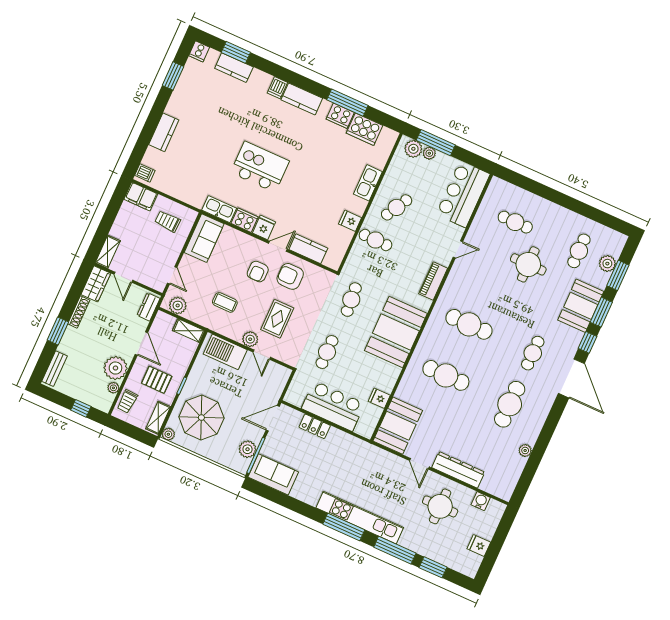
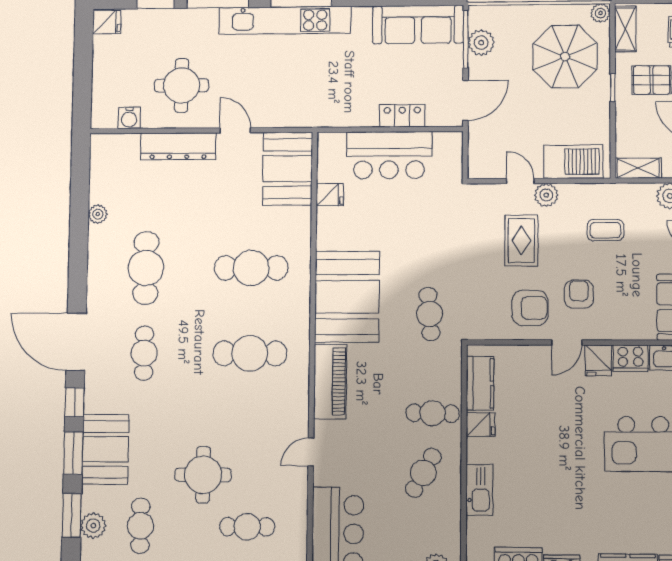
kitchen counter: (308, 249) -> (480, 383), moved, turned -90
piano: (433, 281) -> (330, 382), width x1.37, depth x1.33
cafe table: (327, 352) -> (431, 226), removed
sofa: (273, 474) -> (418, 25), width x1.36
fridge: (479, 545) -> (107, 22), moved

